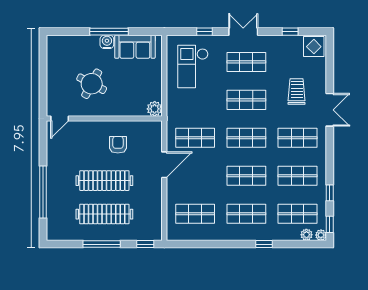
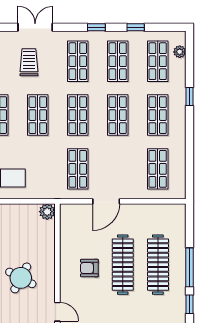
trolley: (297, 91) -> (29, 62), turned 90
double door: (330, 110) -> (35, 27), moved
armchair: (118, 145) -> (89, 268), moved
door: (164, 165) -> (106, 201), swing flipped
window: (330, 224) -> (96, 27), moved
plant: (321, 235) -> (180, 37), removed
window: (145, 244) -> (190, 304), moved

